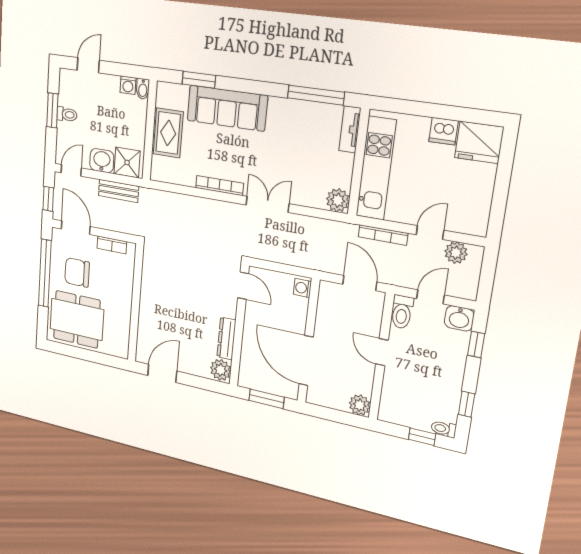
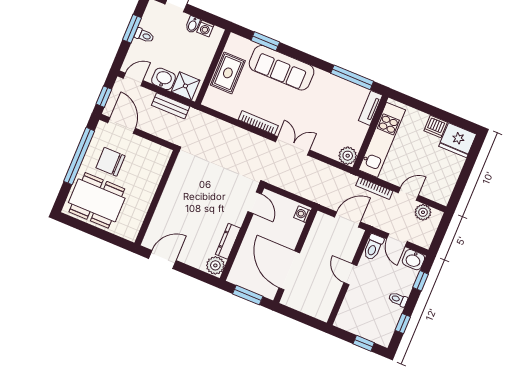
bidet: (143, 89) -> (193, 25), moved
bookcase: (112, 245) -> (150, 147), removed
door: (360, 283) -> (348, 220), hinge flipped
door: (430, 297) -> (397, 240), swing flipped
plant: (360, 405) -> (322, 312), removed
toilet: (444, 429) -> (398, 299), moved

